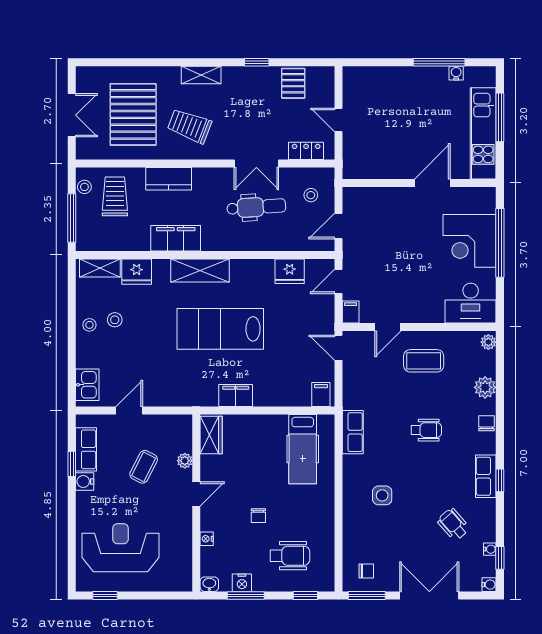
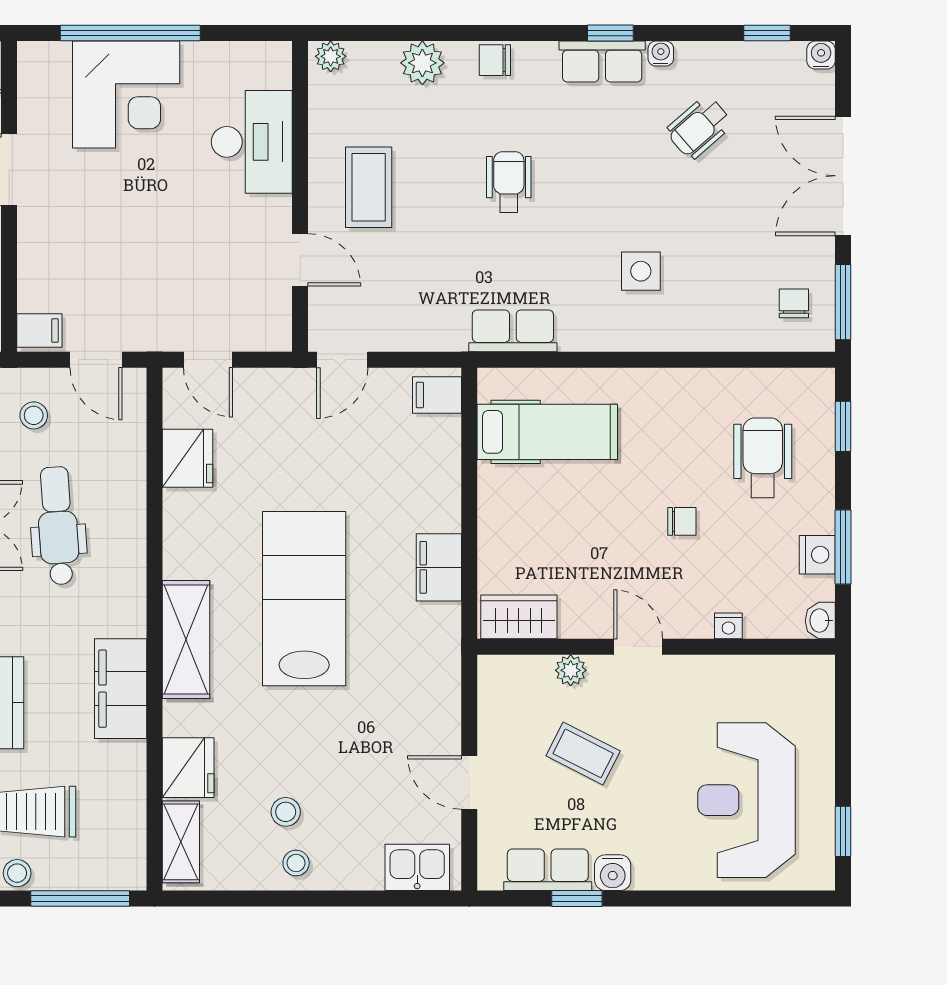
desk: (471, 303) -> (252, 142), moved
filing cabinet: (351, 312) -> (39, 330), moved, turned 180
lab bench: (220, 329) -> (304, 599), turned 180
water cooler: (490, 549) -> (661, 54), moved

